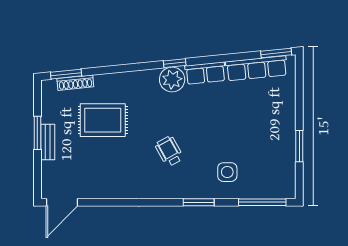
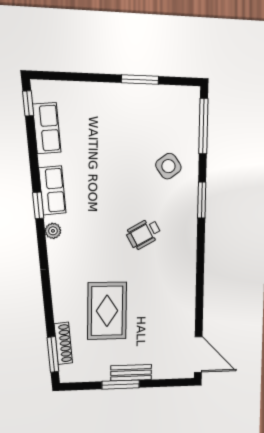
window: (276, 53) -> (28, 103), width x0.67
window: (175, 63) -> (38, 205), moved
row of seats: (257, 68) -> (47, 128), width x0.68
plant: (172, 80) -> (53, 231), width x0.53, depth x0.53
side table: (227, 172) -> (168, 166), turned -36

